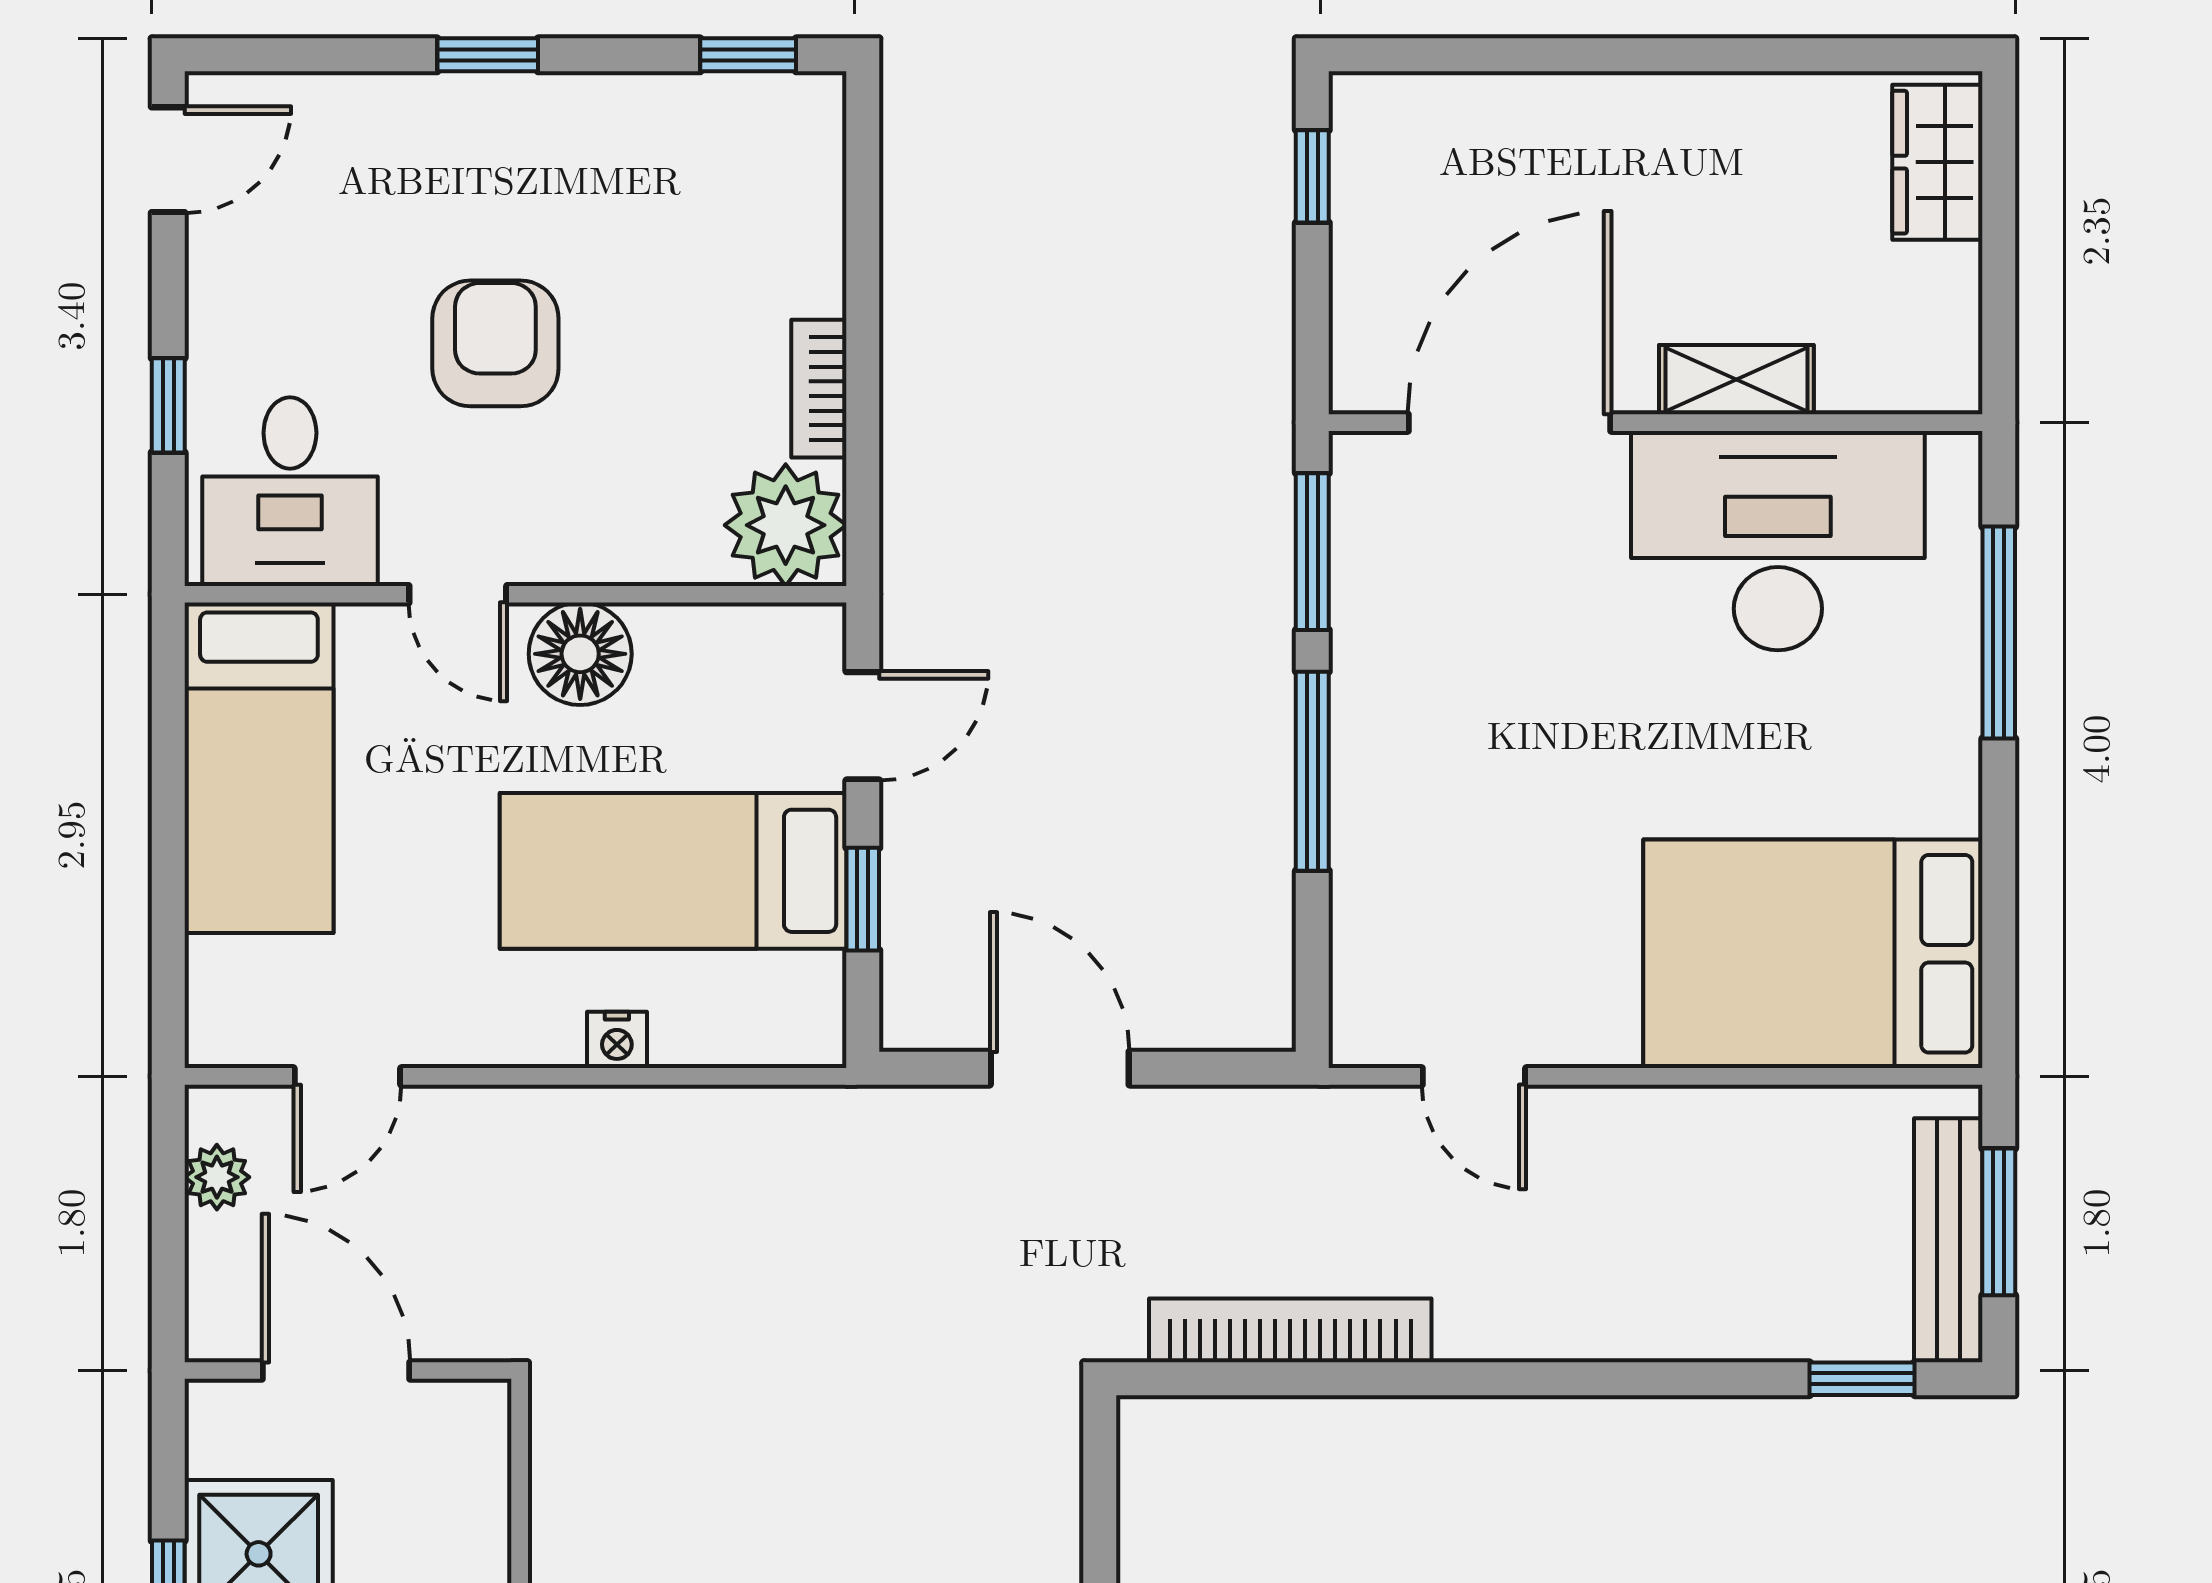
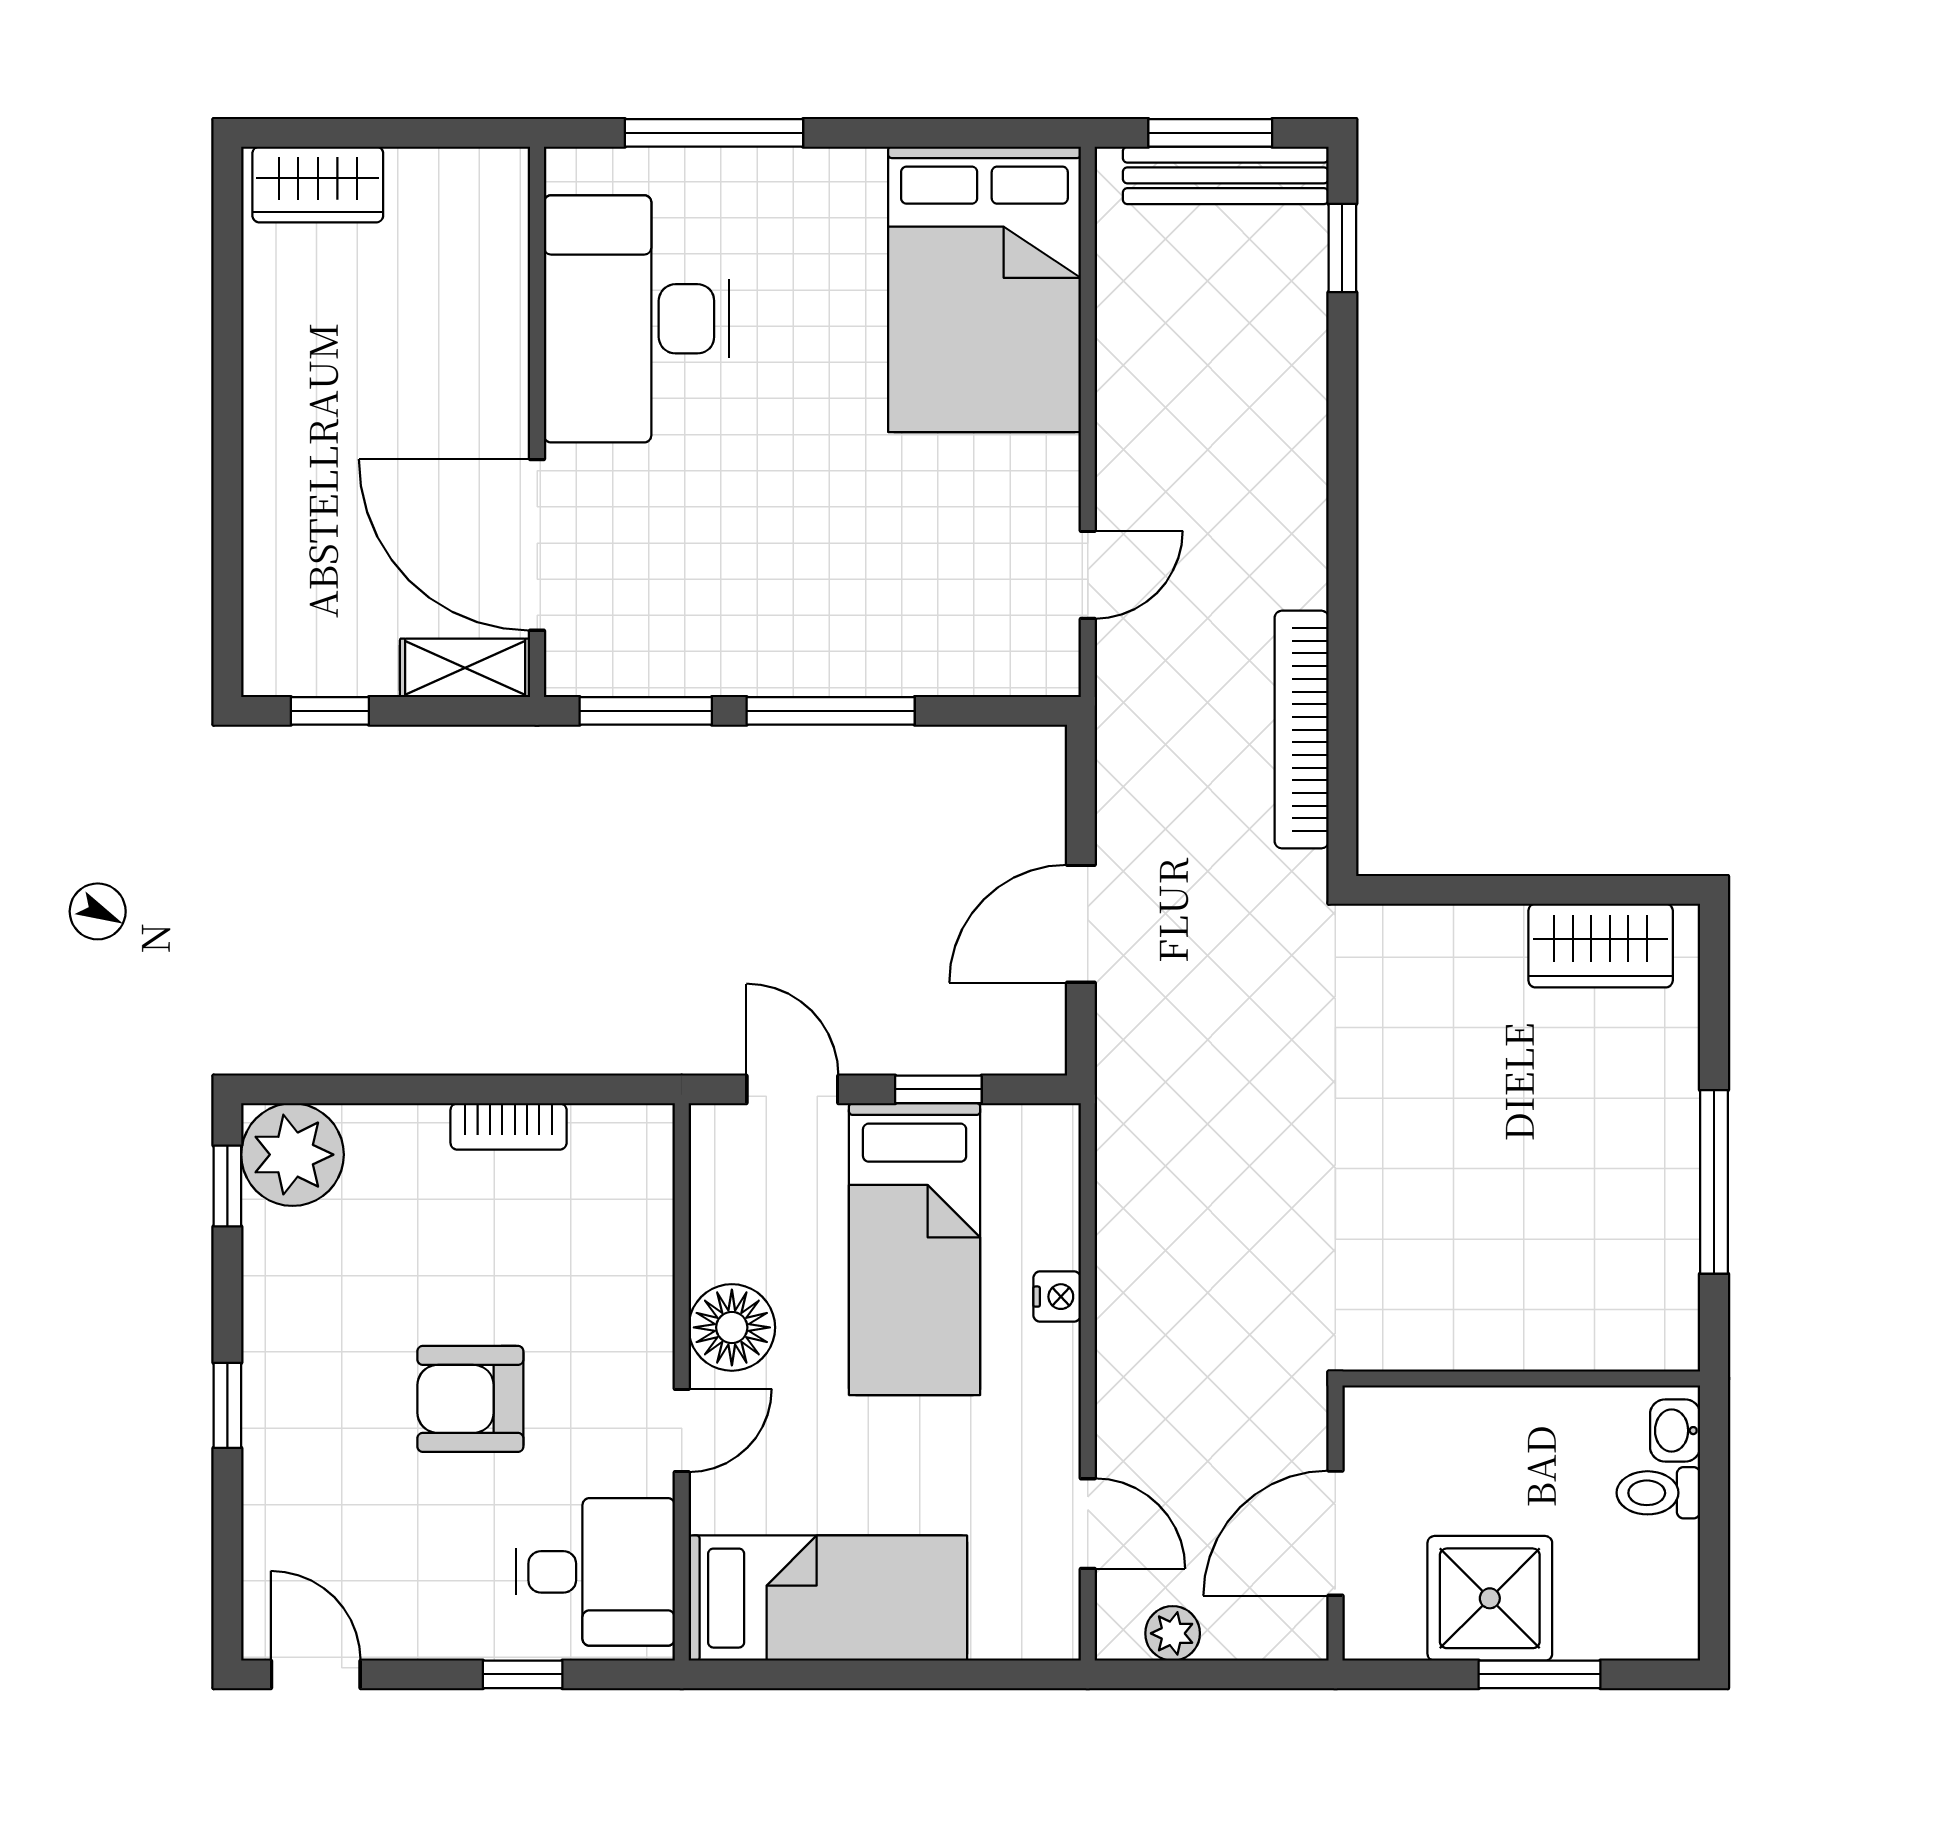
shelving: (1736, 380) -> (465, 668), moved, turned 90
plant: (786, 525) -> (292, 1155), moved

